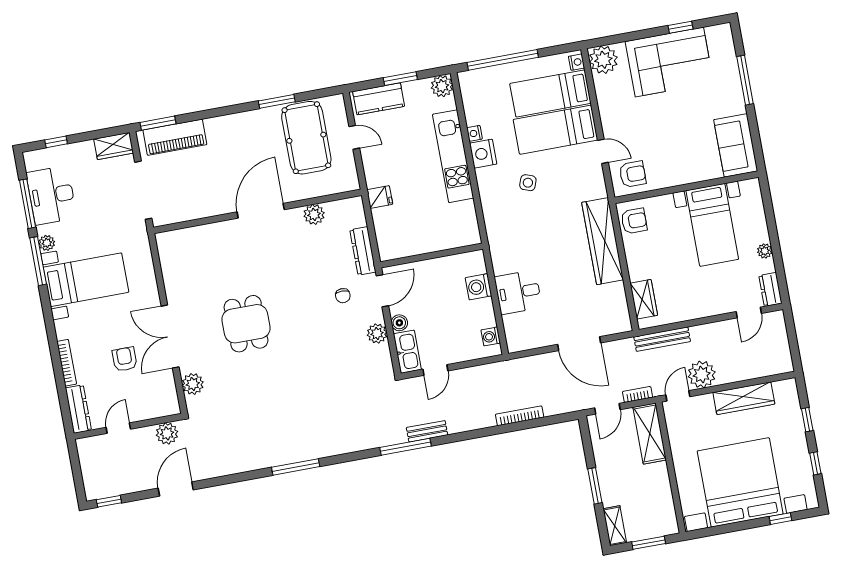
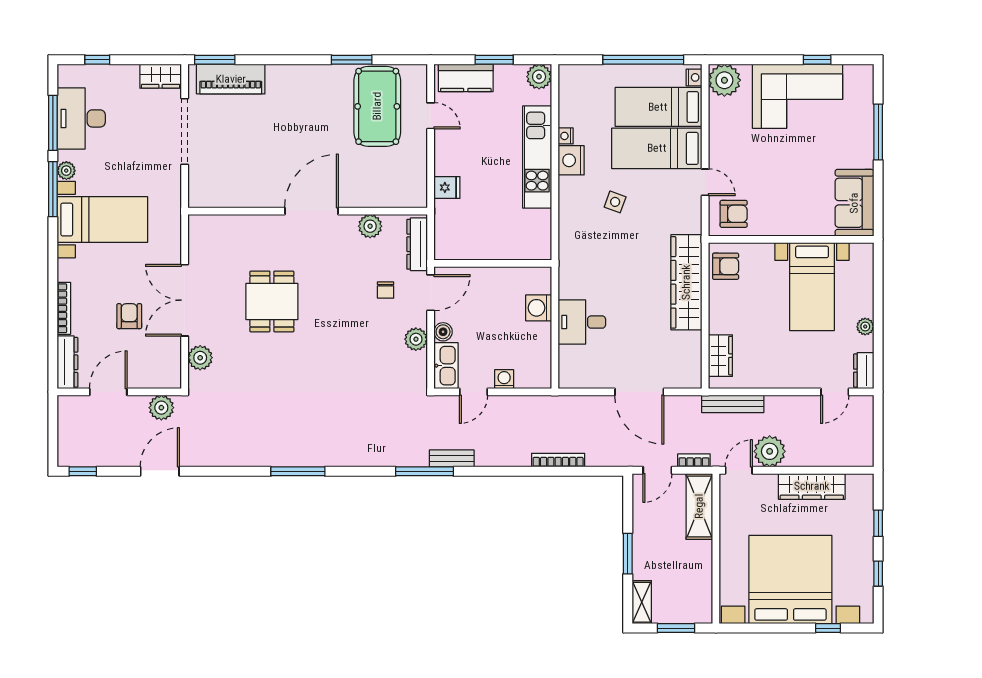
window: (503, 60) -> (643, 60), moved
wall: (257, 211) -> (308, 211), moved
door: (261, 211) -> (311, 211), moved
plant: (314, 214) -> (370, 226), moved
washing machine: (491, 336) -> (504, 379), moved, turned 90
door: (118, 428) -> (108, 392), width x1.38

